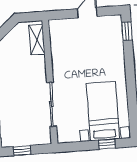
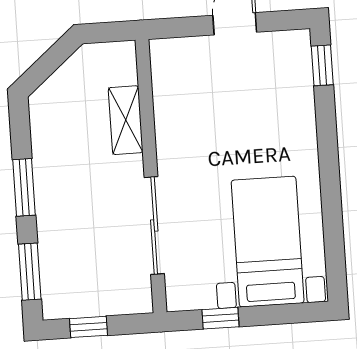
shelving: (37, 40) -> (126, 120), moved
window: (107, 144) -> (220, 318), moved

